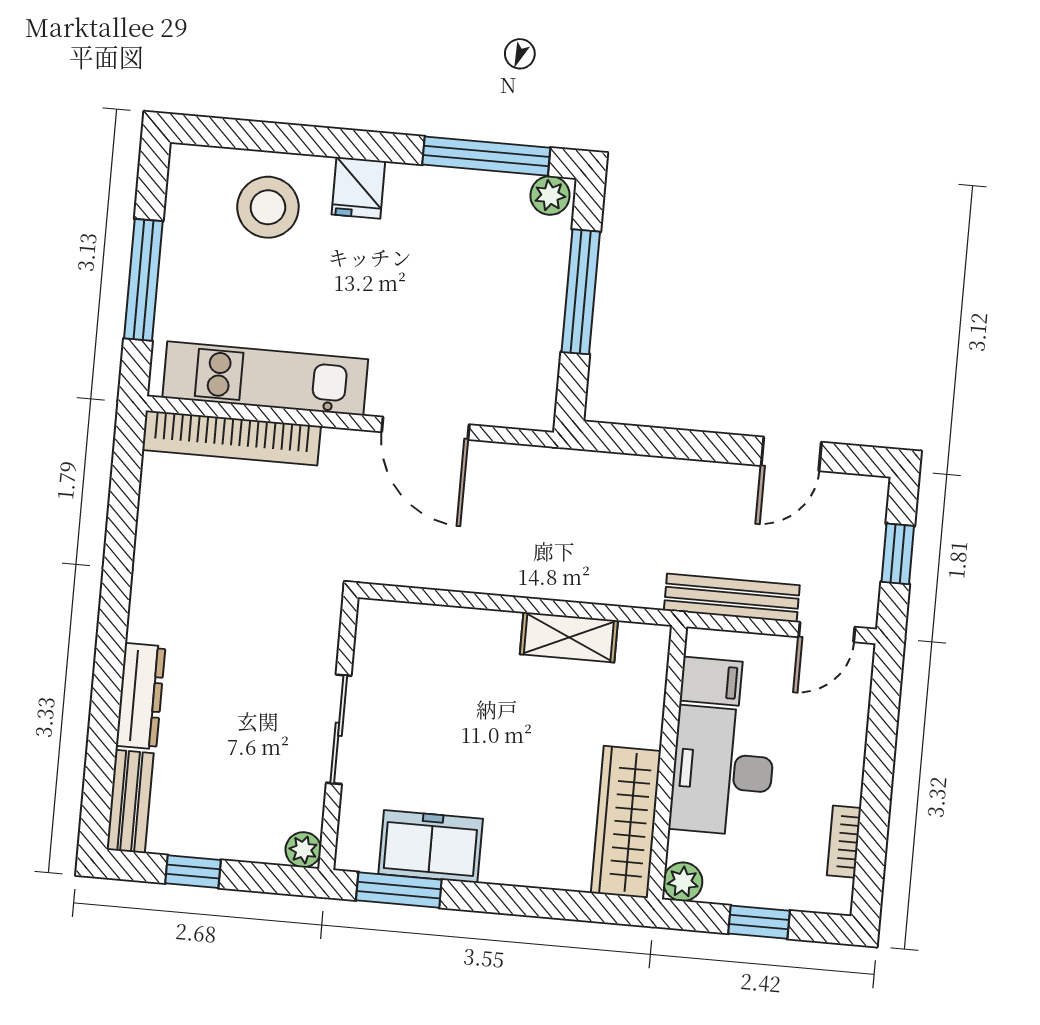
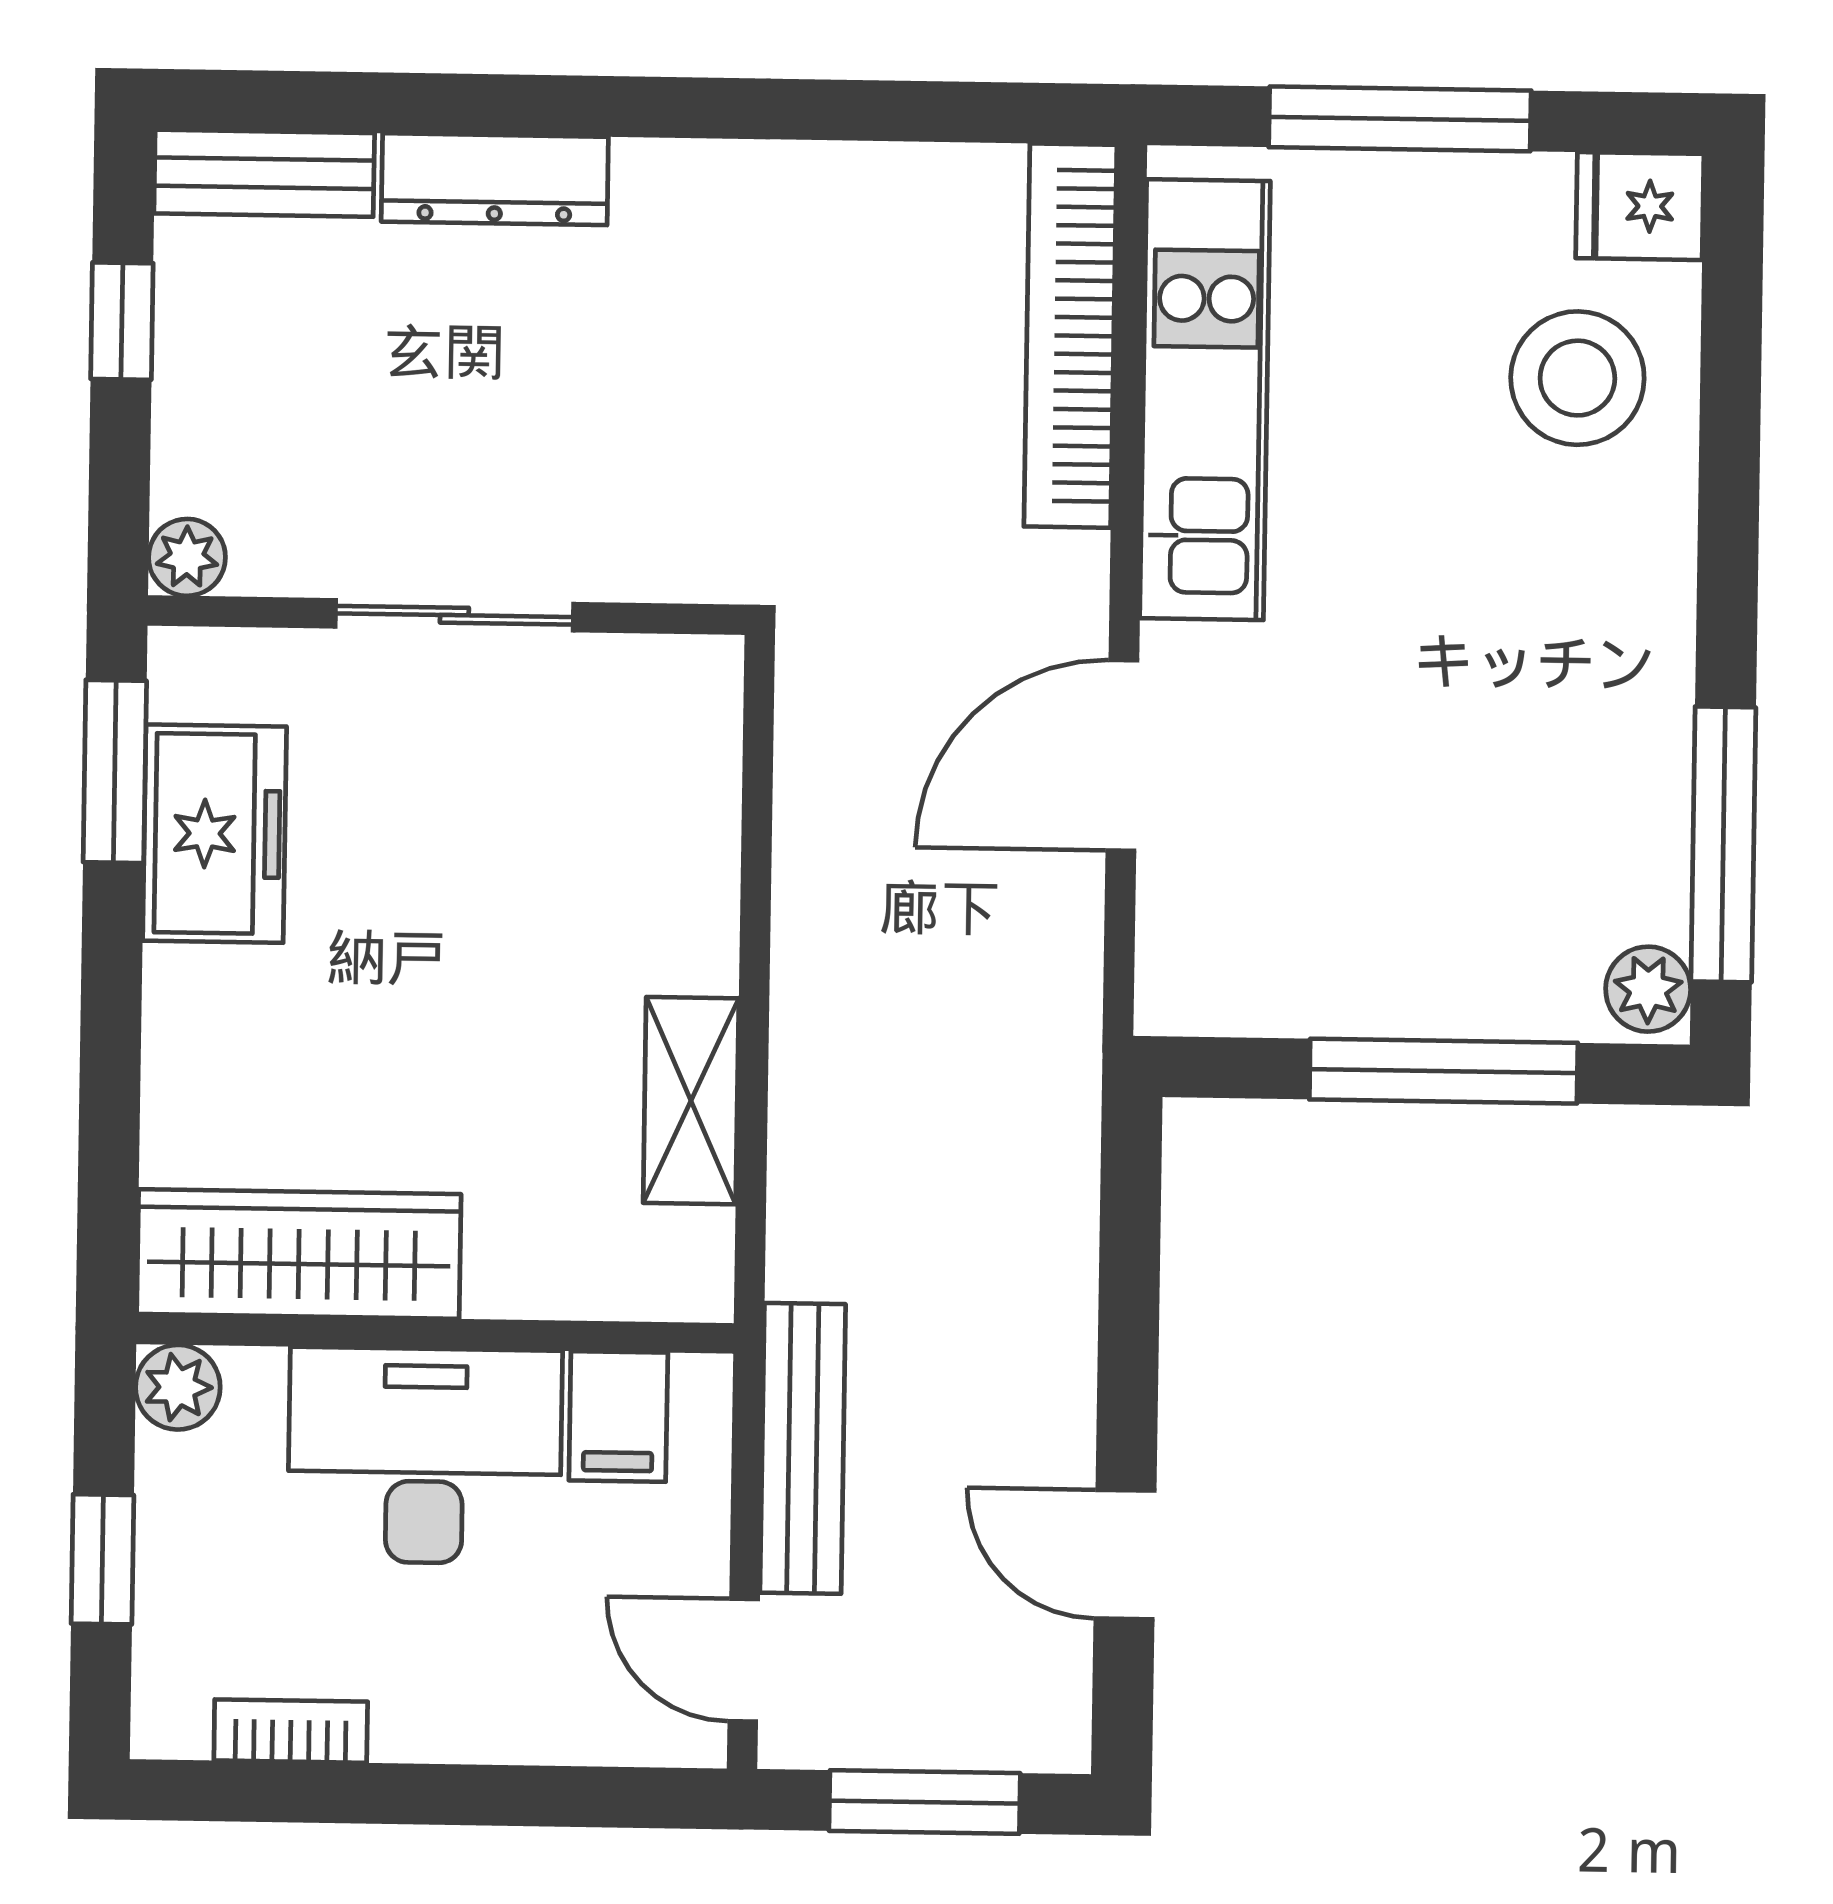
fridge: (358, 188) -> (1640, 206), moved
window: (898, 554) -> (925, 1802), width x1.50

